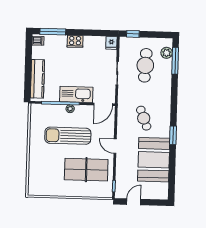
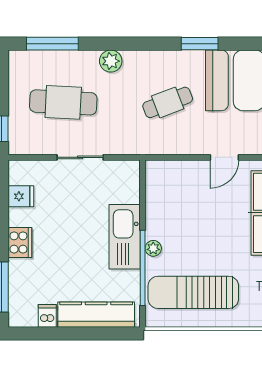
dishwasher: (38, 41) -> (47, 316), moved
fridge: (111, 43) -> (21, 196), moved
plant: (167, 53) -> (111, 61), moved
door: (103, 104) -> (143, 183), removed
sun lounger: (68, 136) -> (193, 292), moved, turned 90

